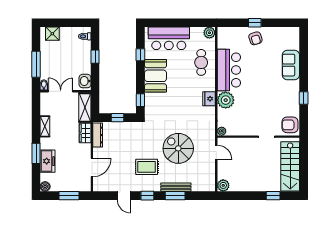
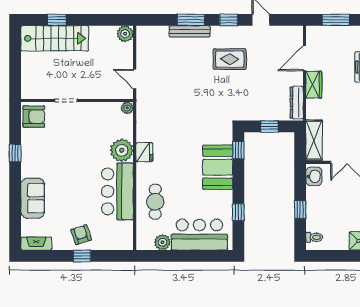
fireplace: (288, 32) -> (36, 244), added
plant: (209, 33) -> (162, 242), moved
booth: (156, 76) -> (218, 167), moved
wardrobe: (85, 133) -> (314, 85), moved
spiral stairs: (178, 148) -> (187, 84), removed
stairs: (290, 166) -> (55, 38), moved, turned 90

